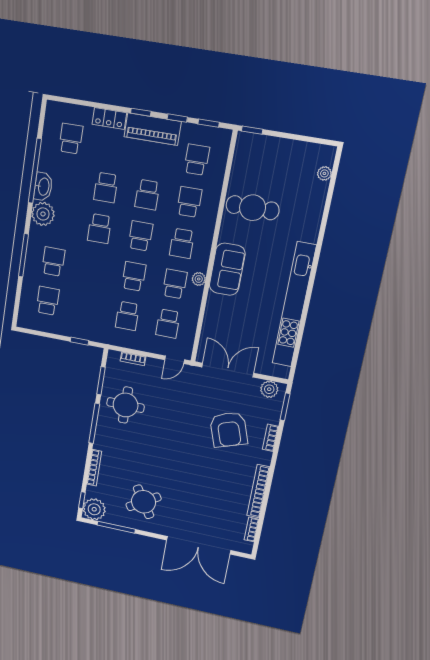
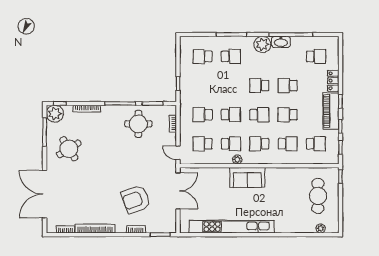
cafe table: (253, 208) -> (318, 196), moved
school desk: (48, 301) -> (203, 56), turned 180
plant: (269, 389) -> (170, 222), removed

